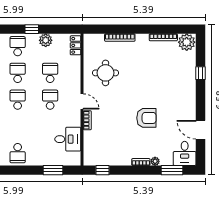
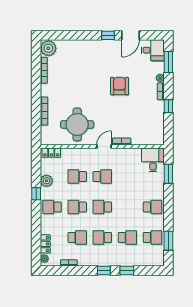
round table: (106, 73) -> (77, 124), width x1.36, depth x1.36
window: (200, 73) -> (108, 35), moved
school desk: (50, 100) -> (102, 176), turned 180
desk: (68, 139) -> (153, 160), moved
window: (102, 170) -> (168, 106), moved

